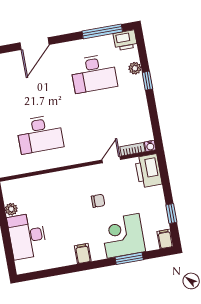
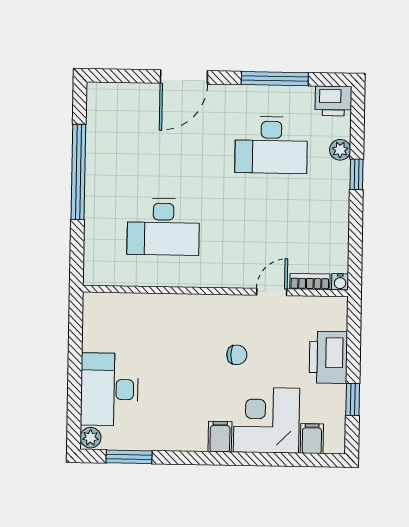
window: (102, 31) -> (275, 79), moved
printer: (148, 171) -> (328, 357), moved
plant: (11, 209) -> (91, 438), moved
filing cabinet: (165, 239) -> (312, 439), moved
filing cabinet: (83, 254) -> (220, 437), moved
window: (129, 258) -> (129, 457), moved

